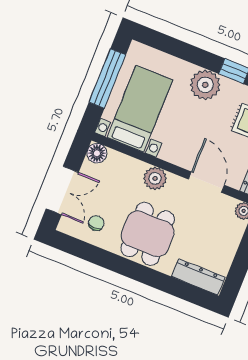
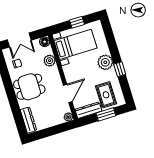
window: (107, 78) -> (77, 22), width x0.46
plant: (155, 178) -> (50, 61), moved

